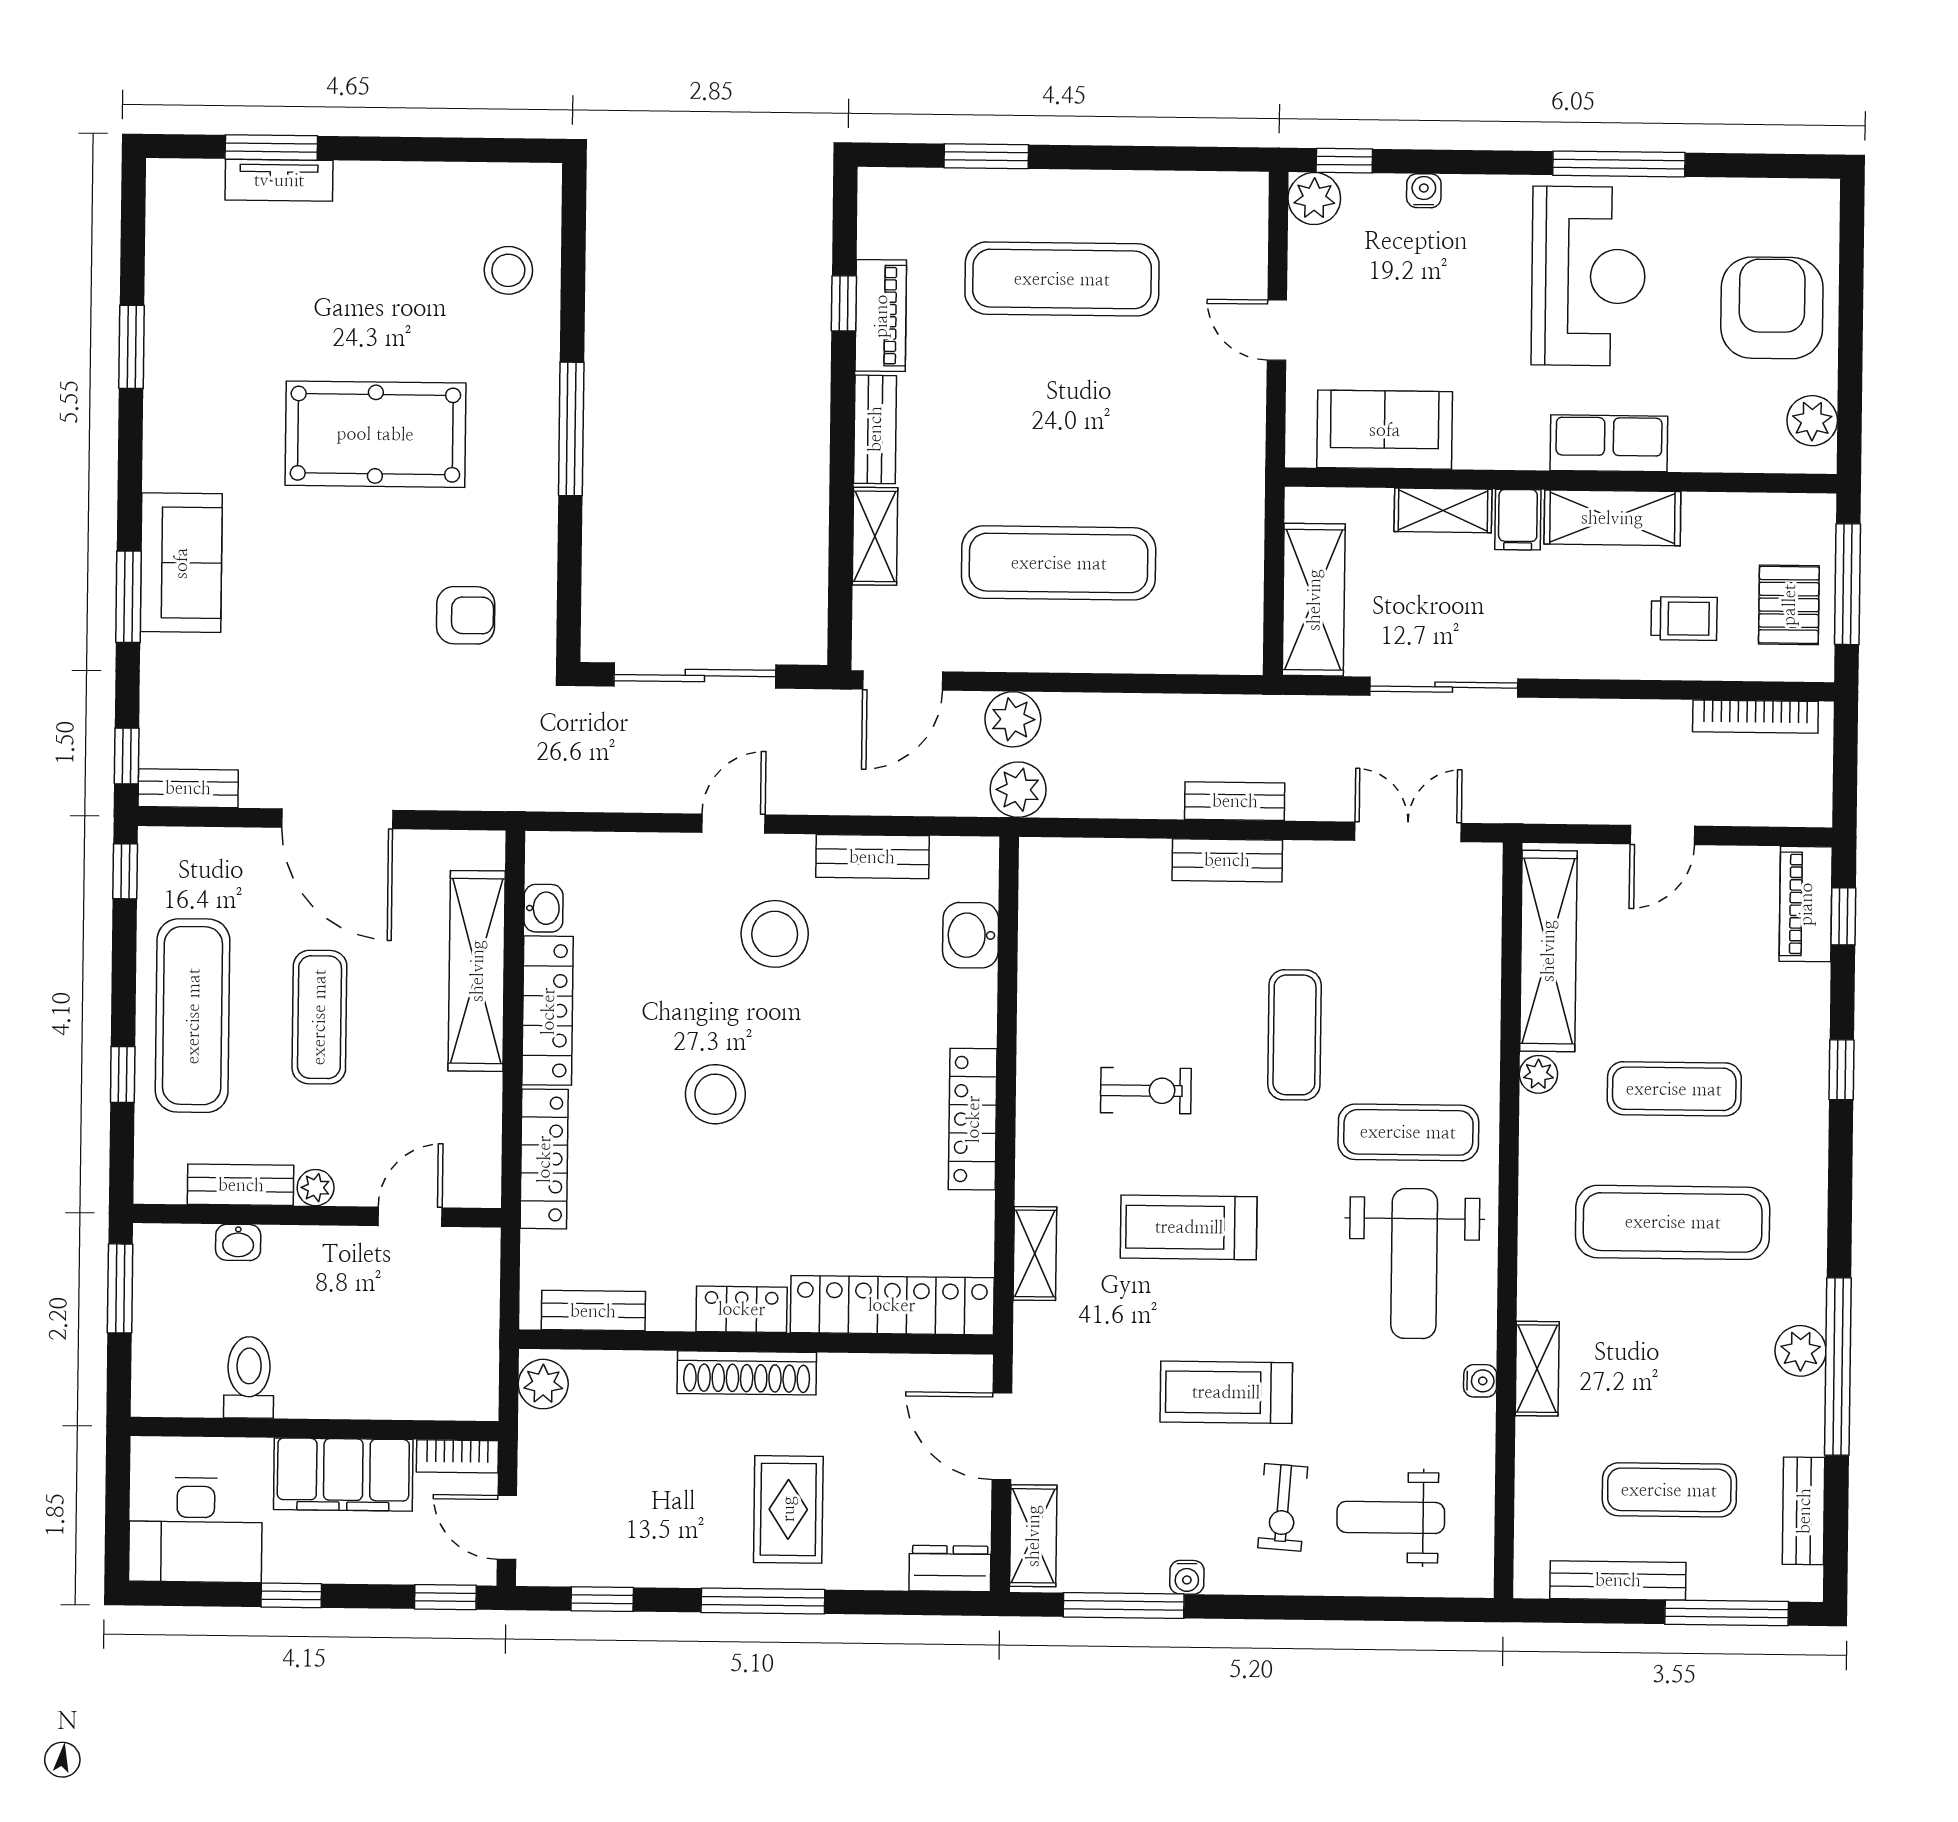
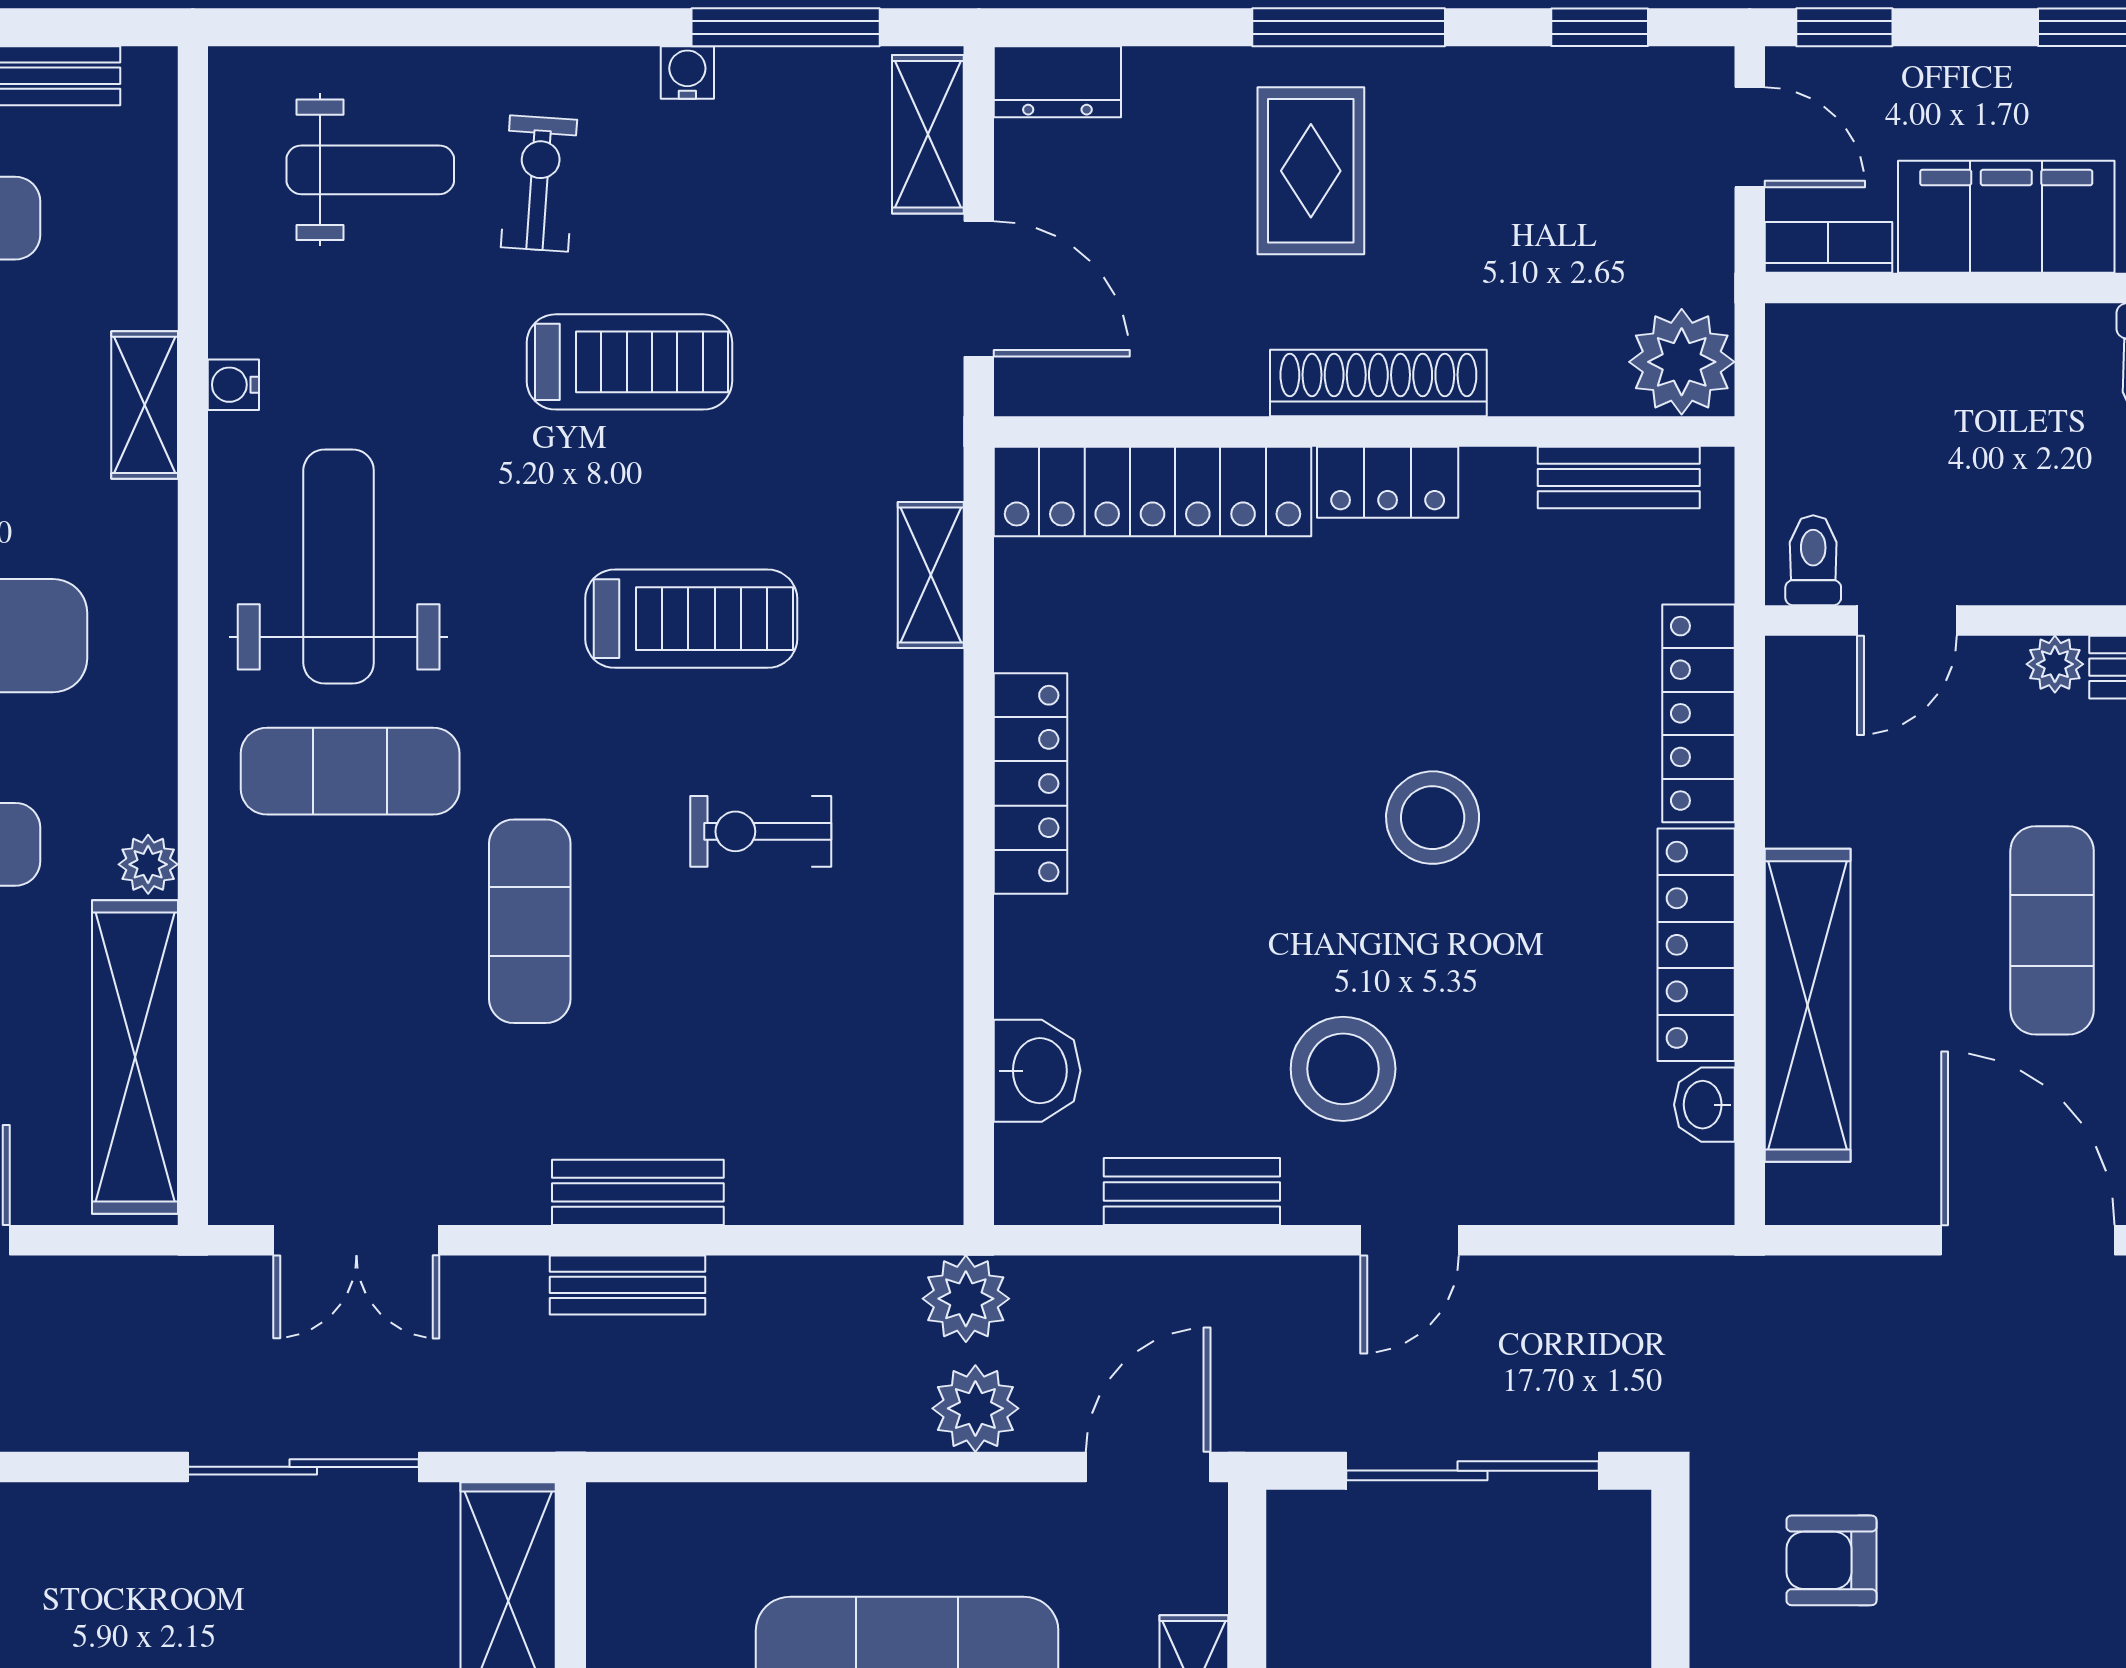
toilet: (470, 1256) -> (1813, 560), added
plant: (543, 1384) -> (1682, 362), width x1.36, depth x1.36

